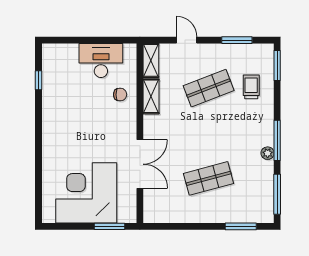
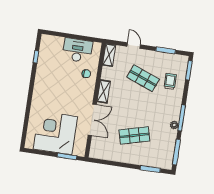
shop shelf: (209, 88) -> (143, 78), turned 42
shelving: (151, 96) -> (104, 91), moved

